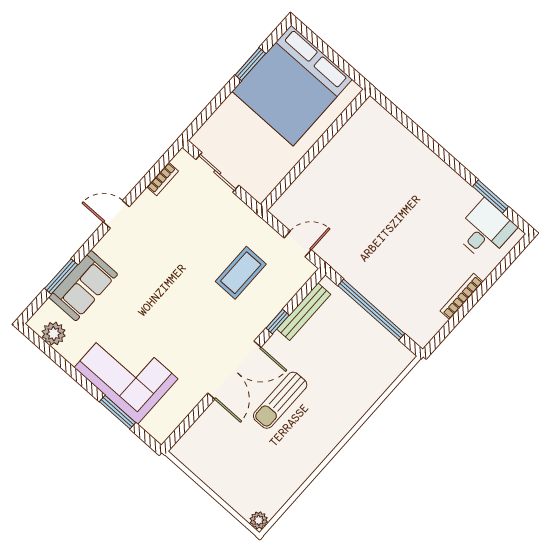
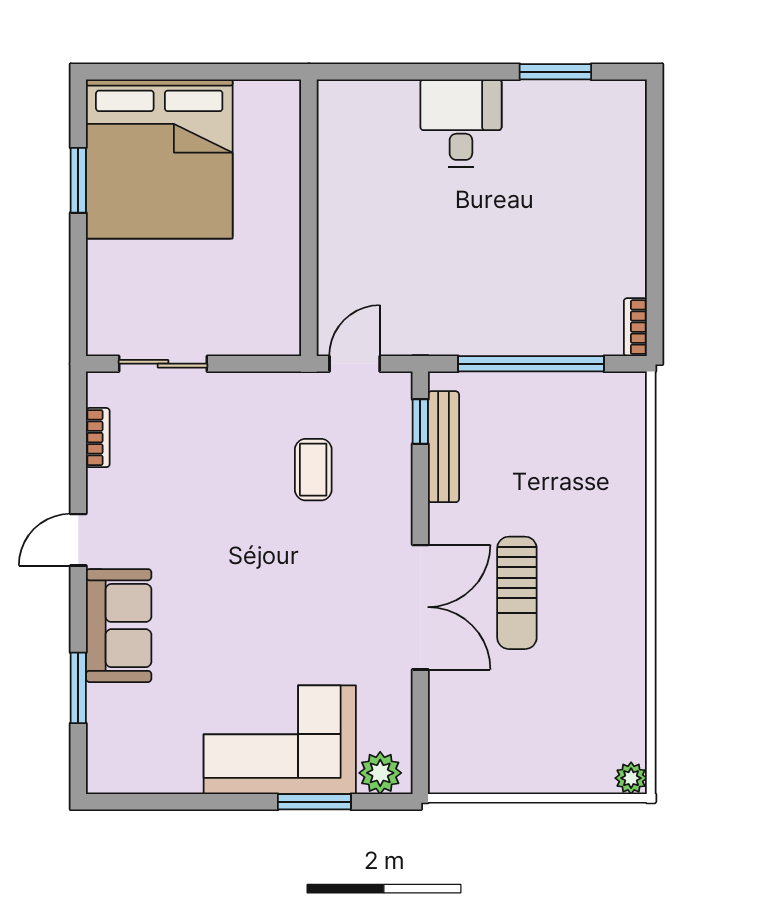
wall: (315, 150) -> (309, 218), moved
desk: (485, 230) -> (461, 123), moved
coffee table: (241, 273) -> (313, 470), width x0.73, depth x0.77
sofa: (83, 286) -> (119, 626), moved
bookcase: (462, 296) -> (635, 327), moved, width x0.64
window: (278, 322) -> (420, 422), moved
plant: (54, 334) -> (380, 773), moved

